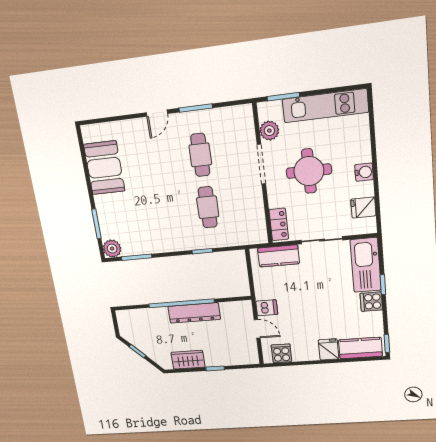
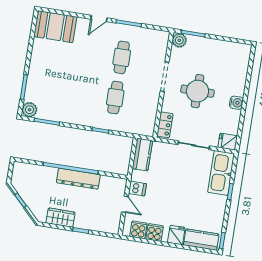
kitchen unit: (325, 106) -> (221, 48), removed
plant: (269, 131) -> (179, 40), moved
booth: (104, 168) -> (55, 27), moved, turned 90
fridge: (363, 207) -> (228, 142), moved
kitchen counter: (279, 256) -> (142, 155), moved, turned -90
cooker: (371, 302) -> (155, 232), moved, turned 90

